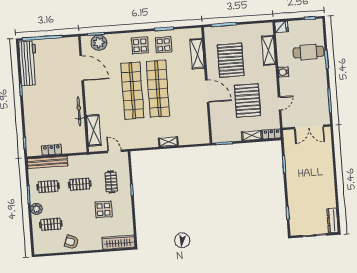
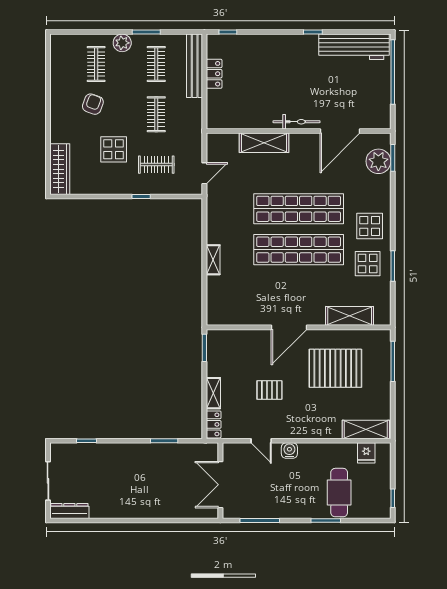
fridge: (282, 27) -> (366, 453), moved
shelving: (269, 50) -> (366, 429), moved
water cooler: (283, 72) -> (289, 451), moved
pallet: (247, 101) -> (269, 390), width x0.49, depth x0.50
bicycle: (79, 111) -> (297, 122), moved
shelving: (94, 130) -> (264, 143), moved
armchair: (71, 242) -> (93, 104), moved

